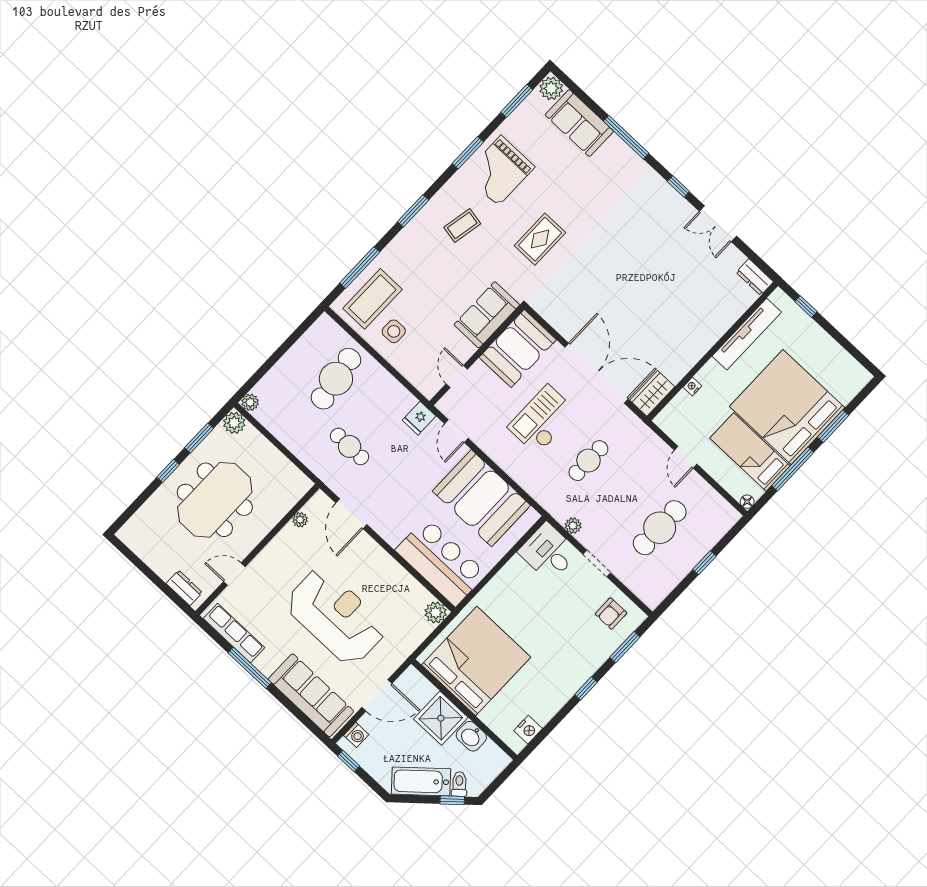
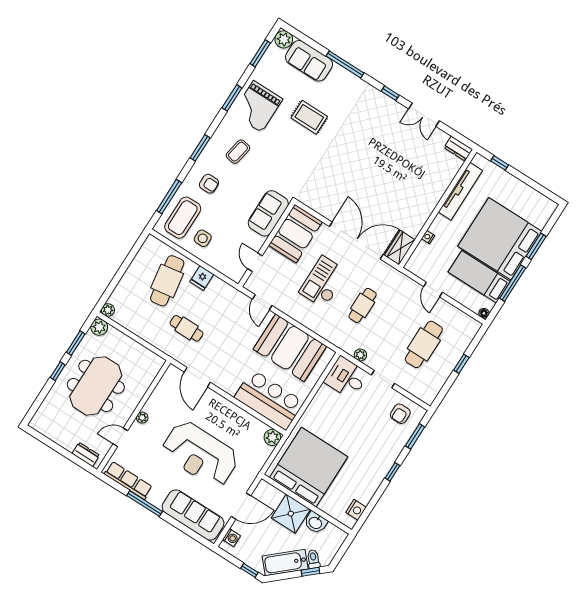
rug: (540, 239) -> (309, 117), moved, turned 90
armchair: (416, 261) -> (209, 184), added
fridge: (419, 418) -> (202, 278), moved
plant: (300, 520) -> (142, 418), moved
reception desk: (336, 616) -> (200, 454), turned 180
window: (348, 761) -> (249, 570), moved

